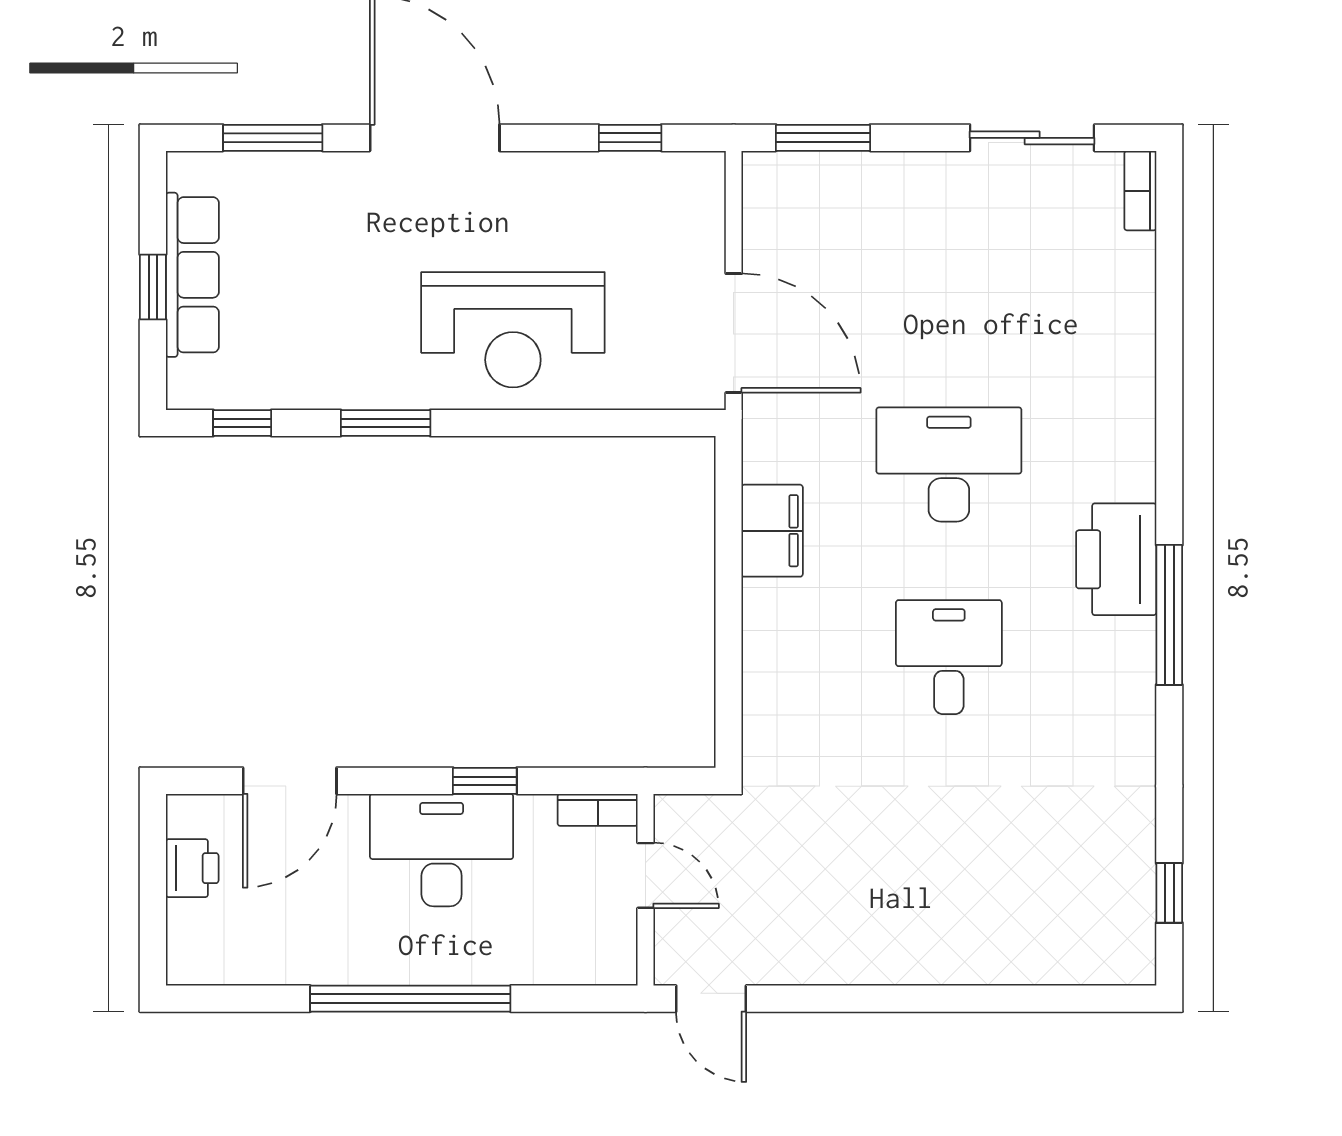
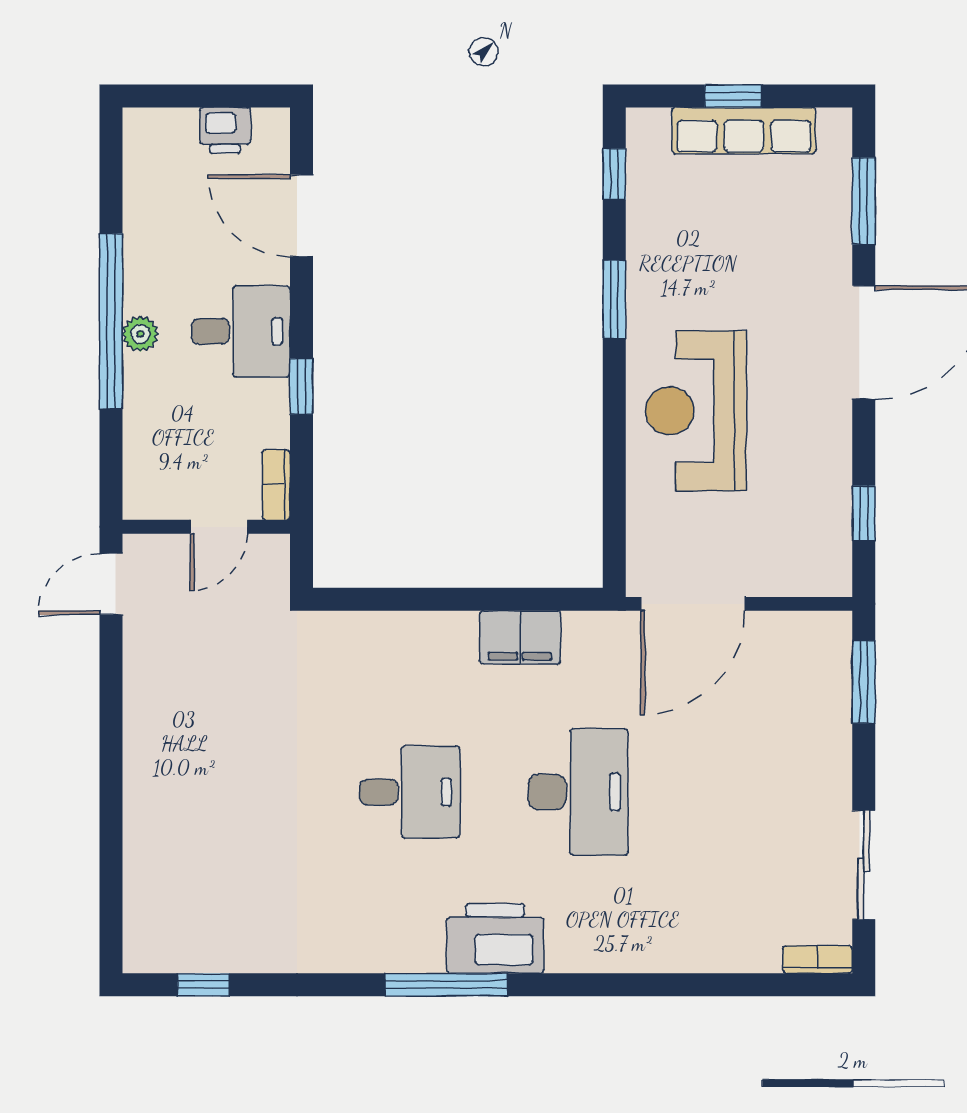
desk: (442, 850) -> (241, 331), width x0.73
plant: (425, 965) -> (140, 334), added

